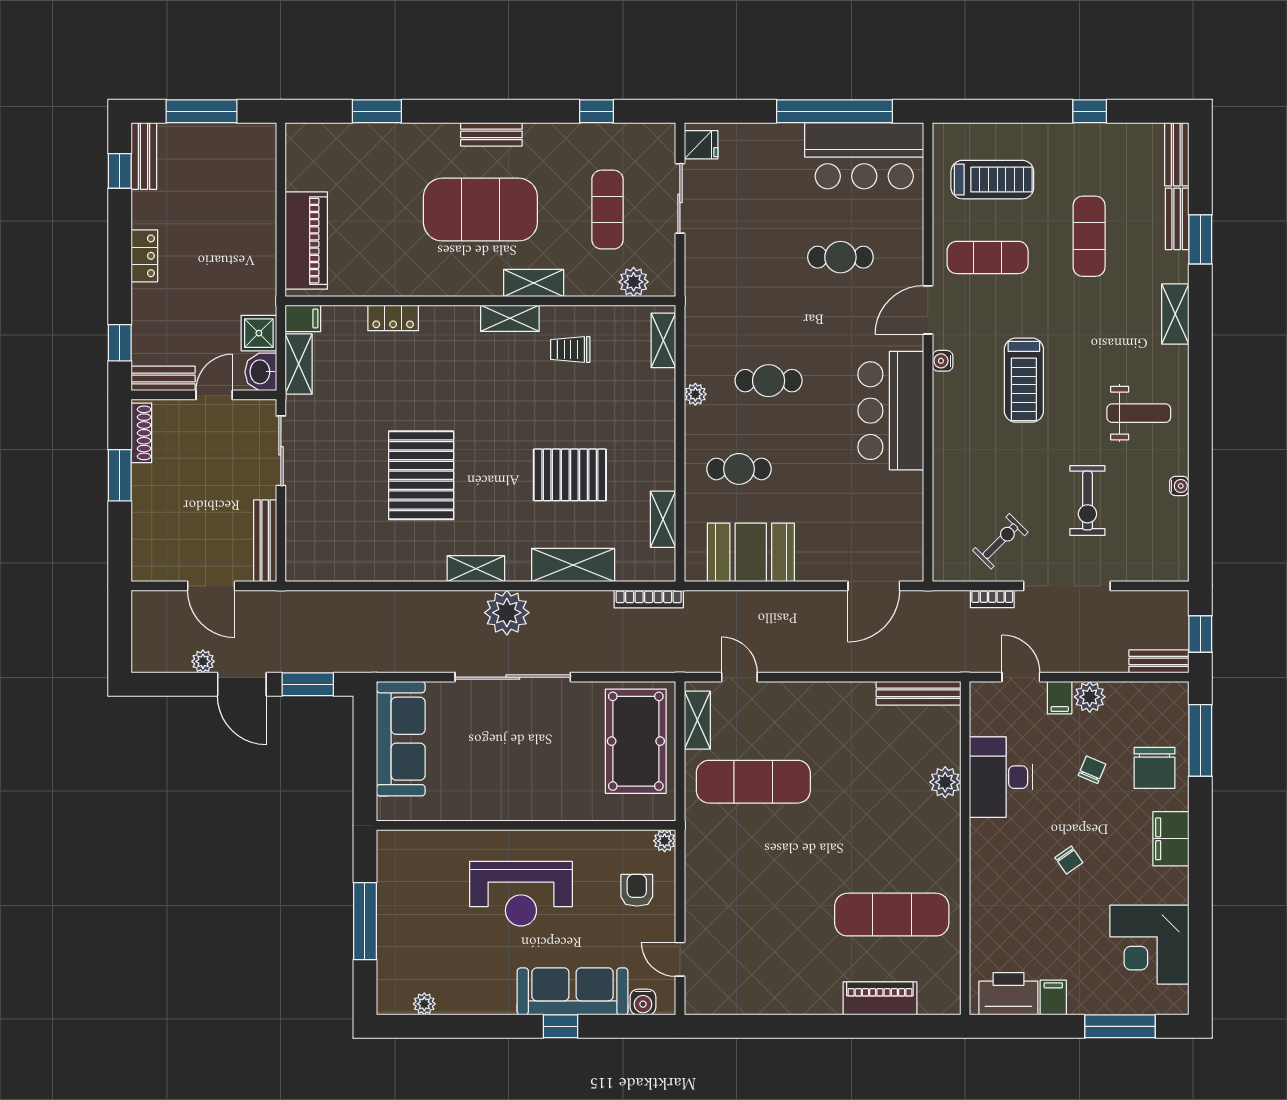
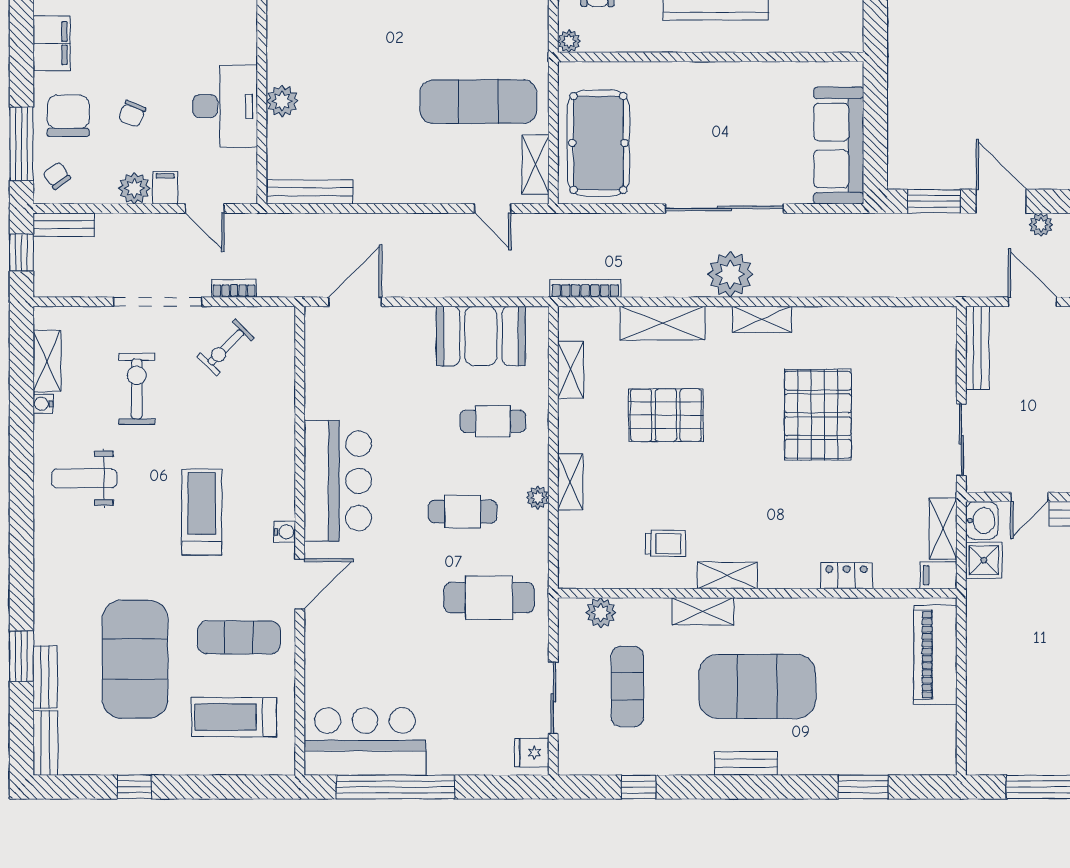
exercise mat: (1089, 236) -> (135, 659), width x2.00, depth x1.45
cafe table: (840, 257) -> (489, 598), moved, width x1.37, depth x1.35
shelving: (1175, 314) -> (47, 361), moved
shelving: (663, 340) -> (570, 482), moved
chair: (1069, 860) -> (57, 176), moved

